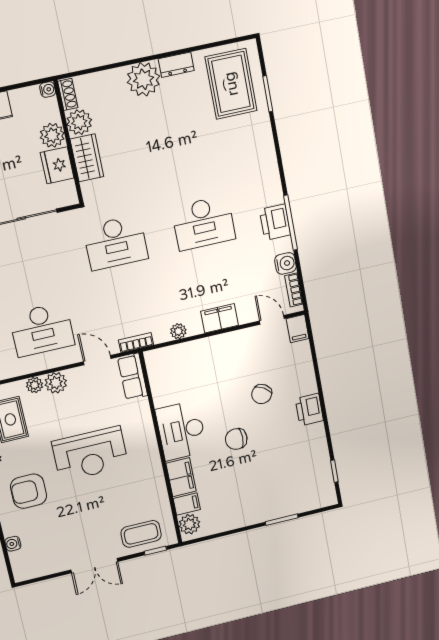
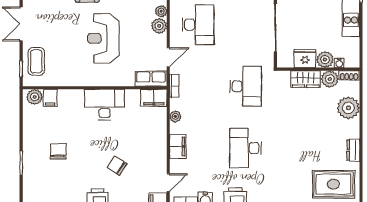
plant: (143, 79) -> (348, 108), moved
water cooler: (48, 90) -> (339, 63), moved
desk: (116, 243) -> (245, 86), turned 180
desk: (42, 329) -> (198, 25), turned 180
chair: (236, 439) -> (58, 151), moved
filing cabinet: (181, 477) -> (154, 98), moved

